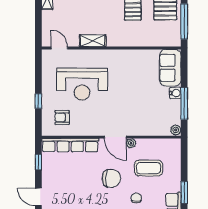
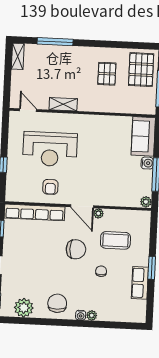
armchair: (62, 117) -> (50, 187), moved, turned -90

